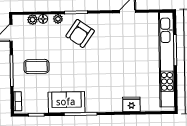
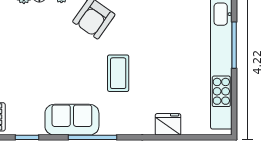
coffee table: (37, 66) -> (118, 73), moved, turned 90

